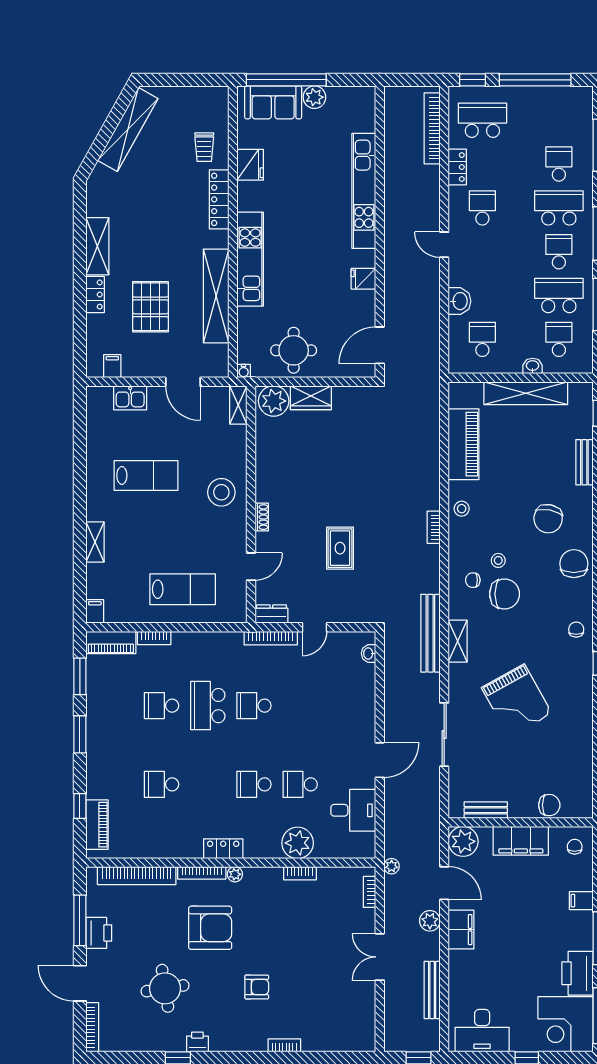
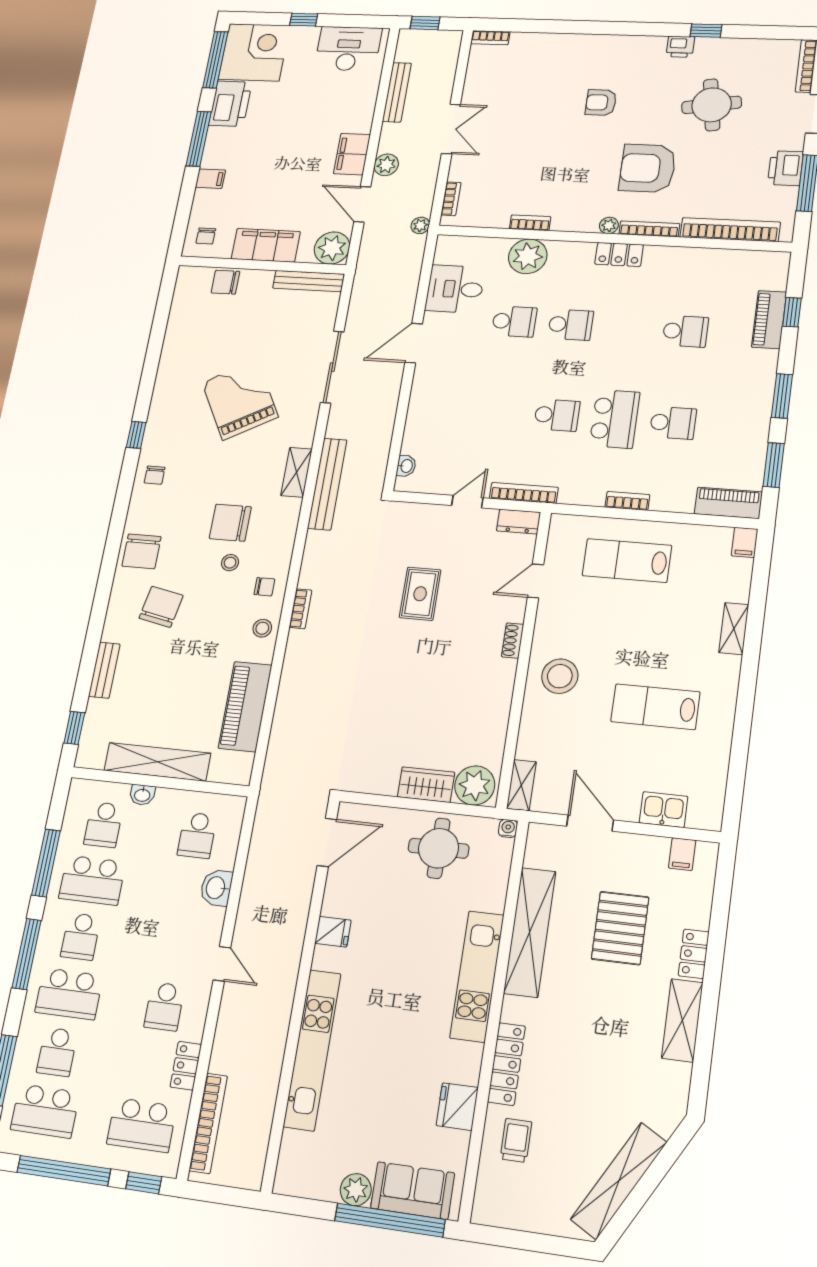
school desk: (559, 120) -> (45, 1111), added
chair: (473, 580) -> (264, 587), moved
bookcase: (154, 638) -> (627, 501), moved
bench: (486, 810) -> (308, 281), width x1.36
piano: (97, 825) -> (769, 320), moved
bookcase: (284, 1045) -> (490, 38), moved

